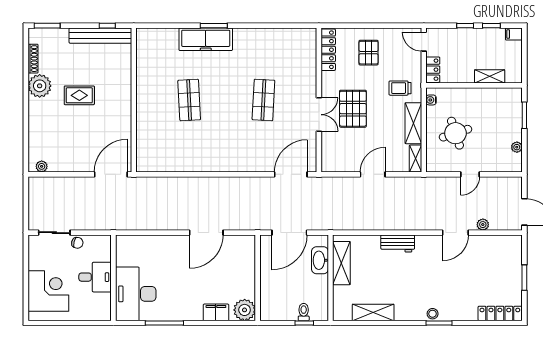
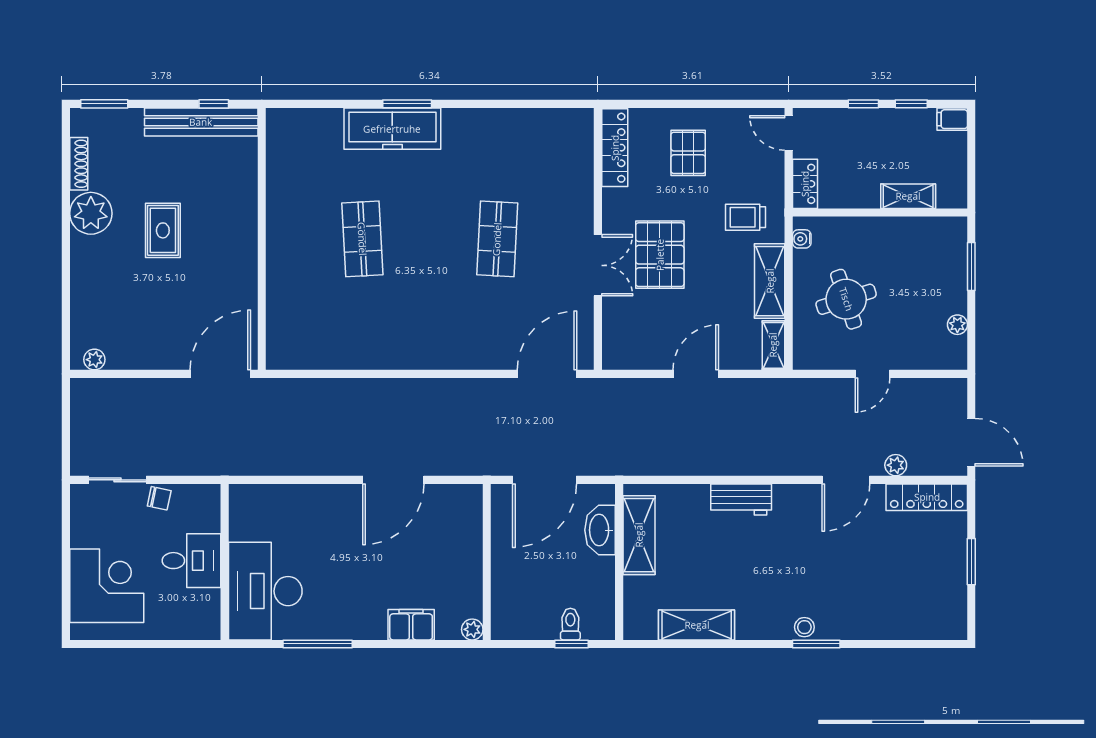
rug: (79, 95) -> (163, 230), turned 90
plant: (245, 310) -> (472, 629), width x0.53, depth x0.53
locker: (500, 313) -> (927, 497), moved, turned 180

